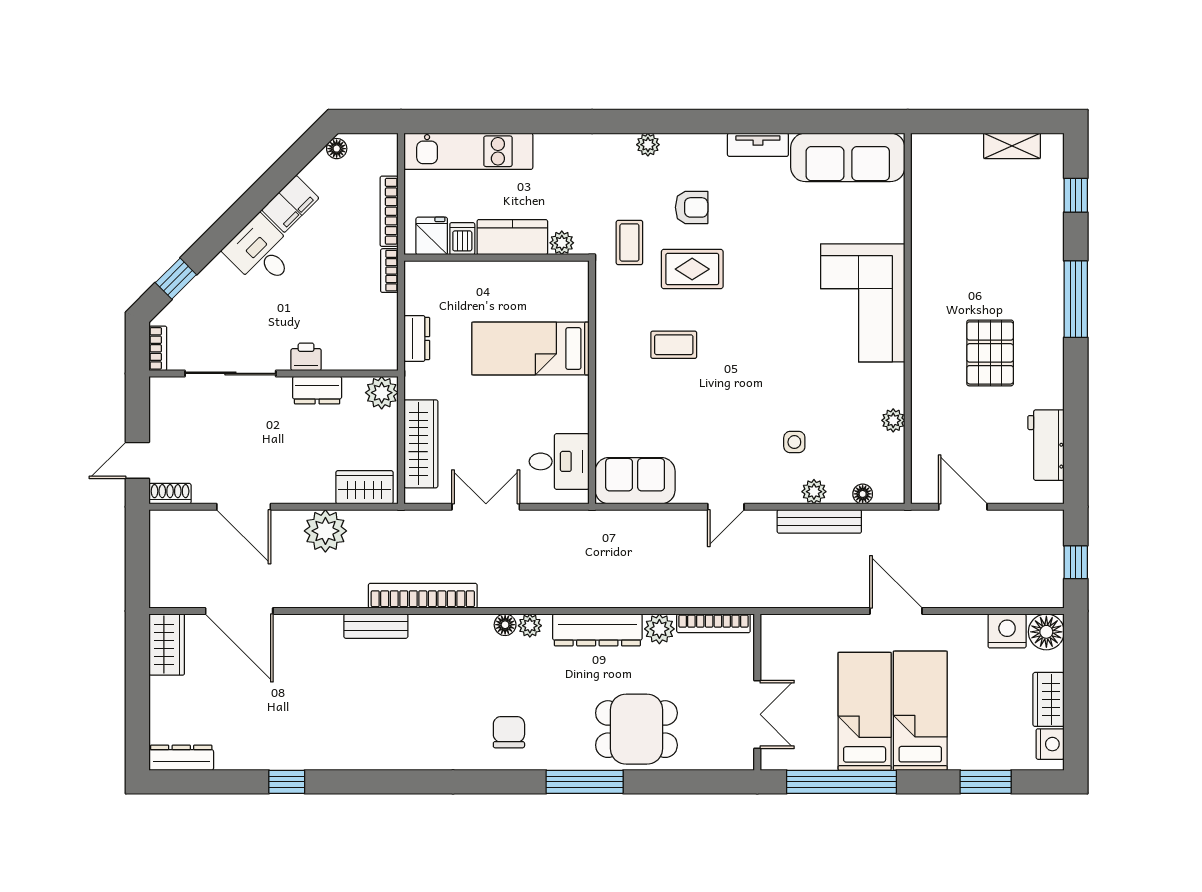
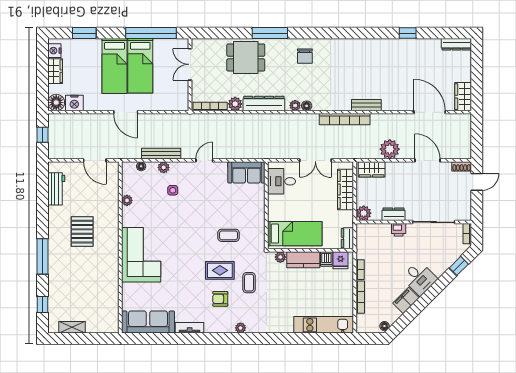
fridge: (432, 236) -> (341, 260), moved
kitchen counter: (512, 237) -> (303, 260), moved
dishwasher: (462, 239) -> (326, 259), moved
plant: (562, 243) -> (280, 257), moved
wall: (497, 258) -> (311, 250), moved

